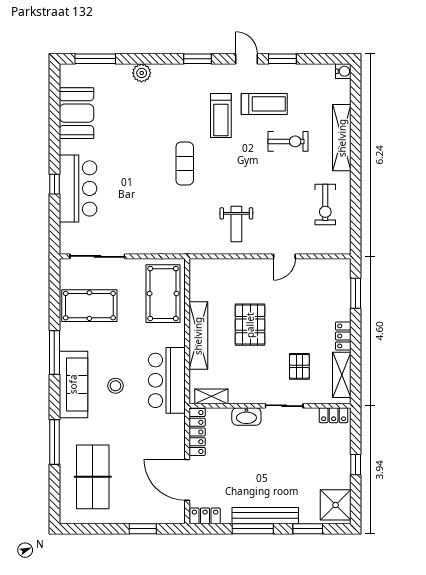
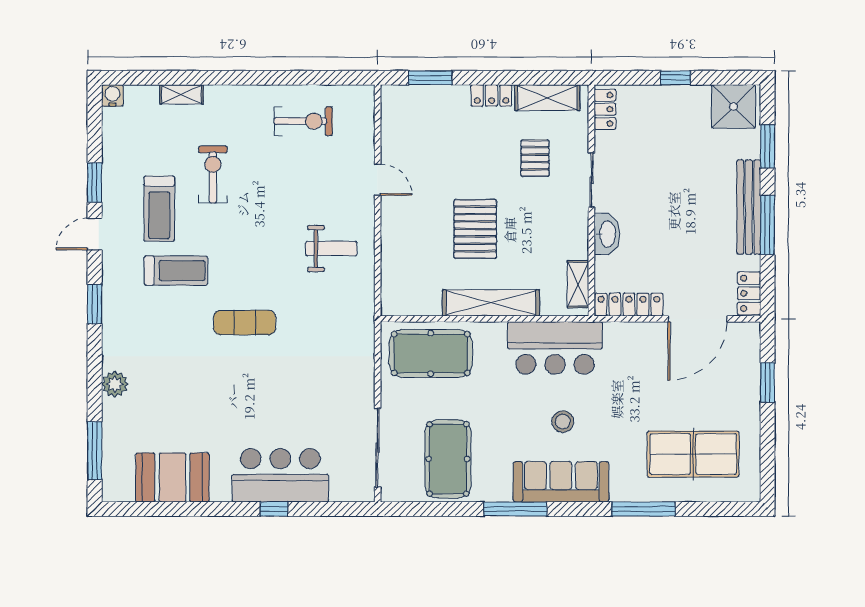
treadmill: (264, 104) -> (159, 209), turned 180
shelving: (342, 138) -> (182, 94), width x0.45, depth x0.75
pallet: (250, 325) -> (475, 229), turned 90
pallet: (299, 366) -> (535, 158), turned 90

